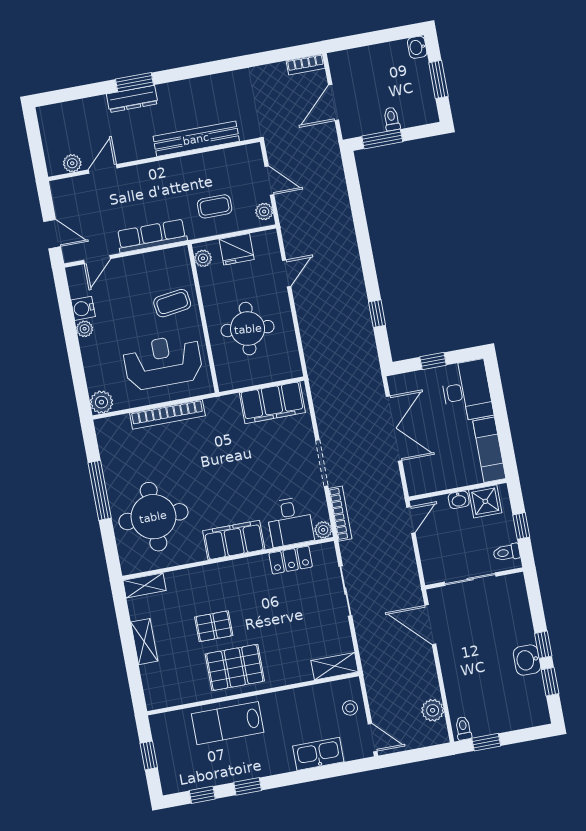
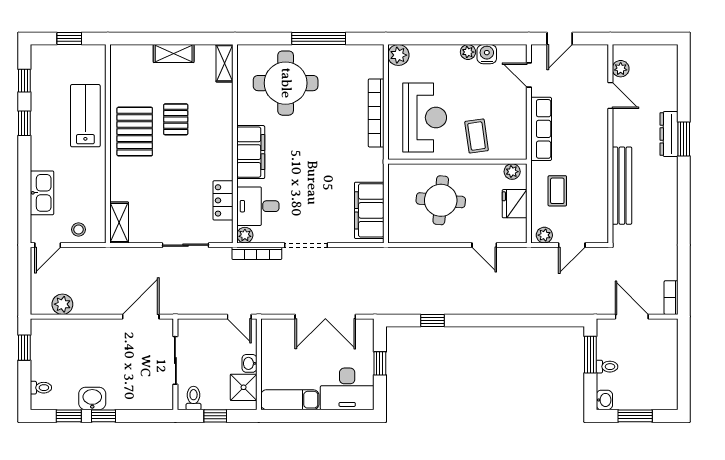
washbasin: (417, 47) -> (604, 400), moved, turned 90
toilet: (463, 728) -> (41, 388), moved

